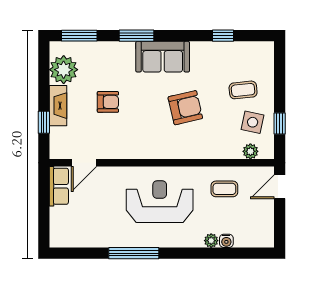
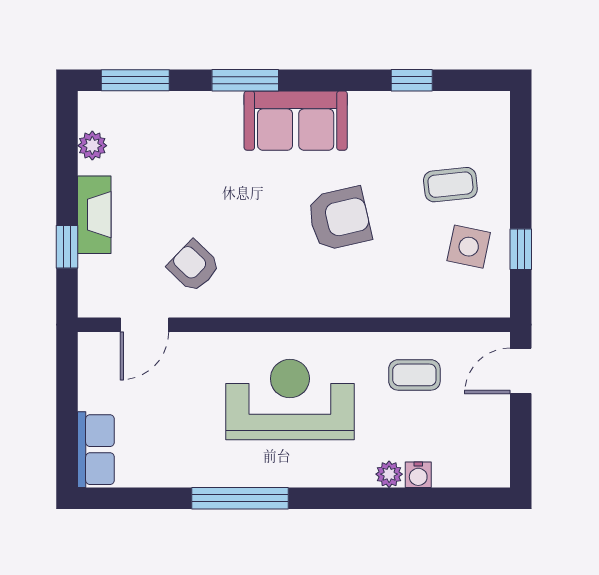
plant: (64, 70) -> (92, 146), width x0.53, depth x0.53
armchair: (108, 102) -> (194, 266), moved, turned -136
plant: (250, 151) -> (465, 303), removed
row of seats: (59, 186) -> (96, 450), moved

